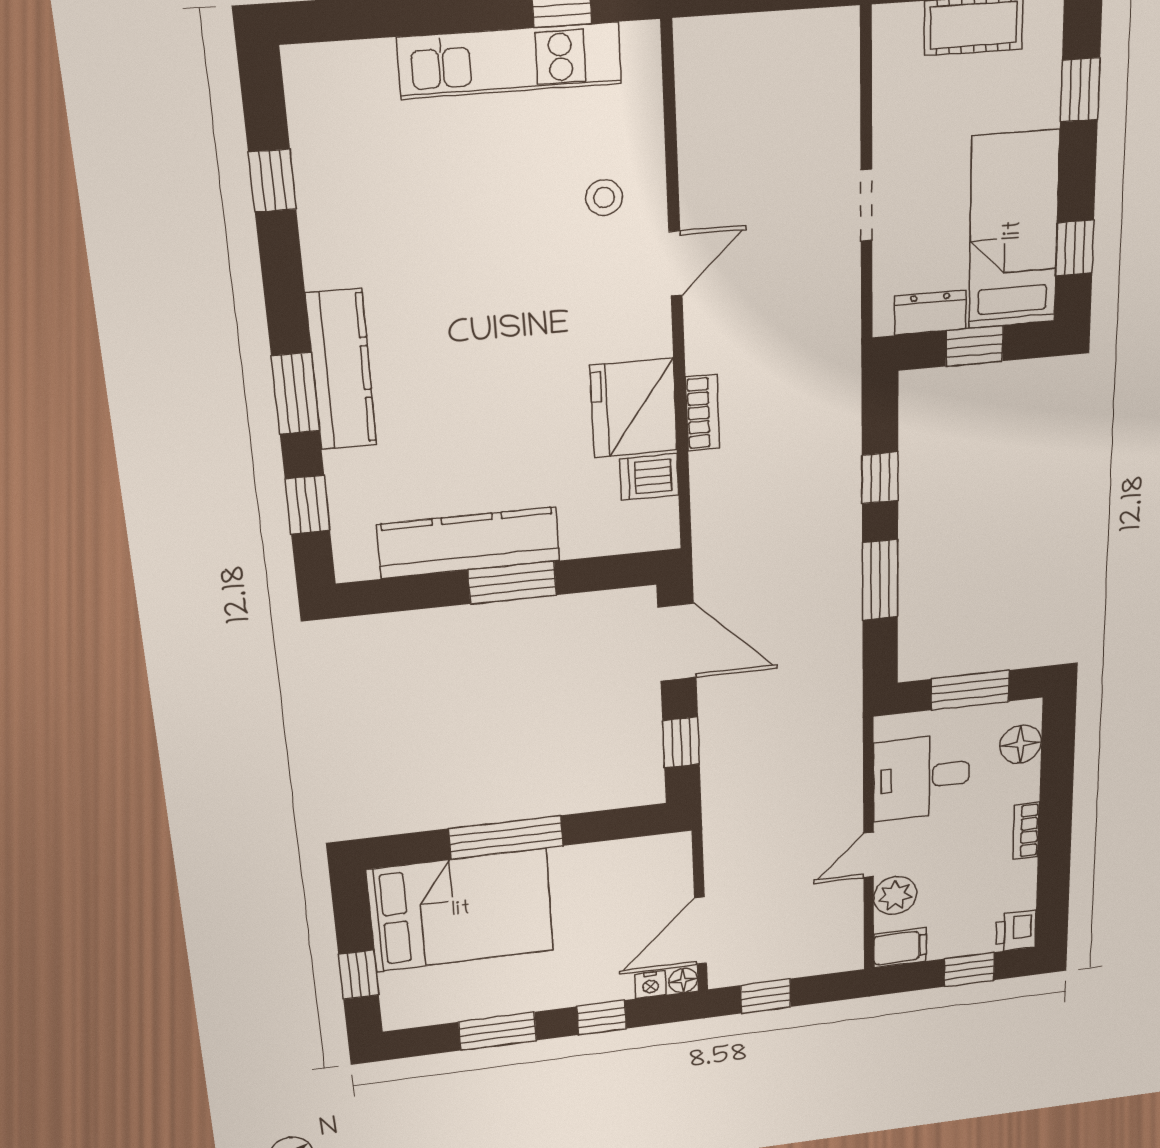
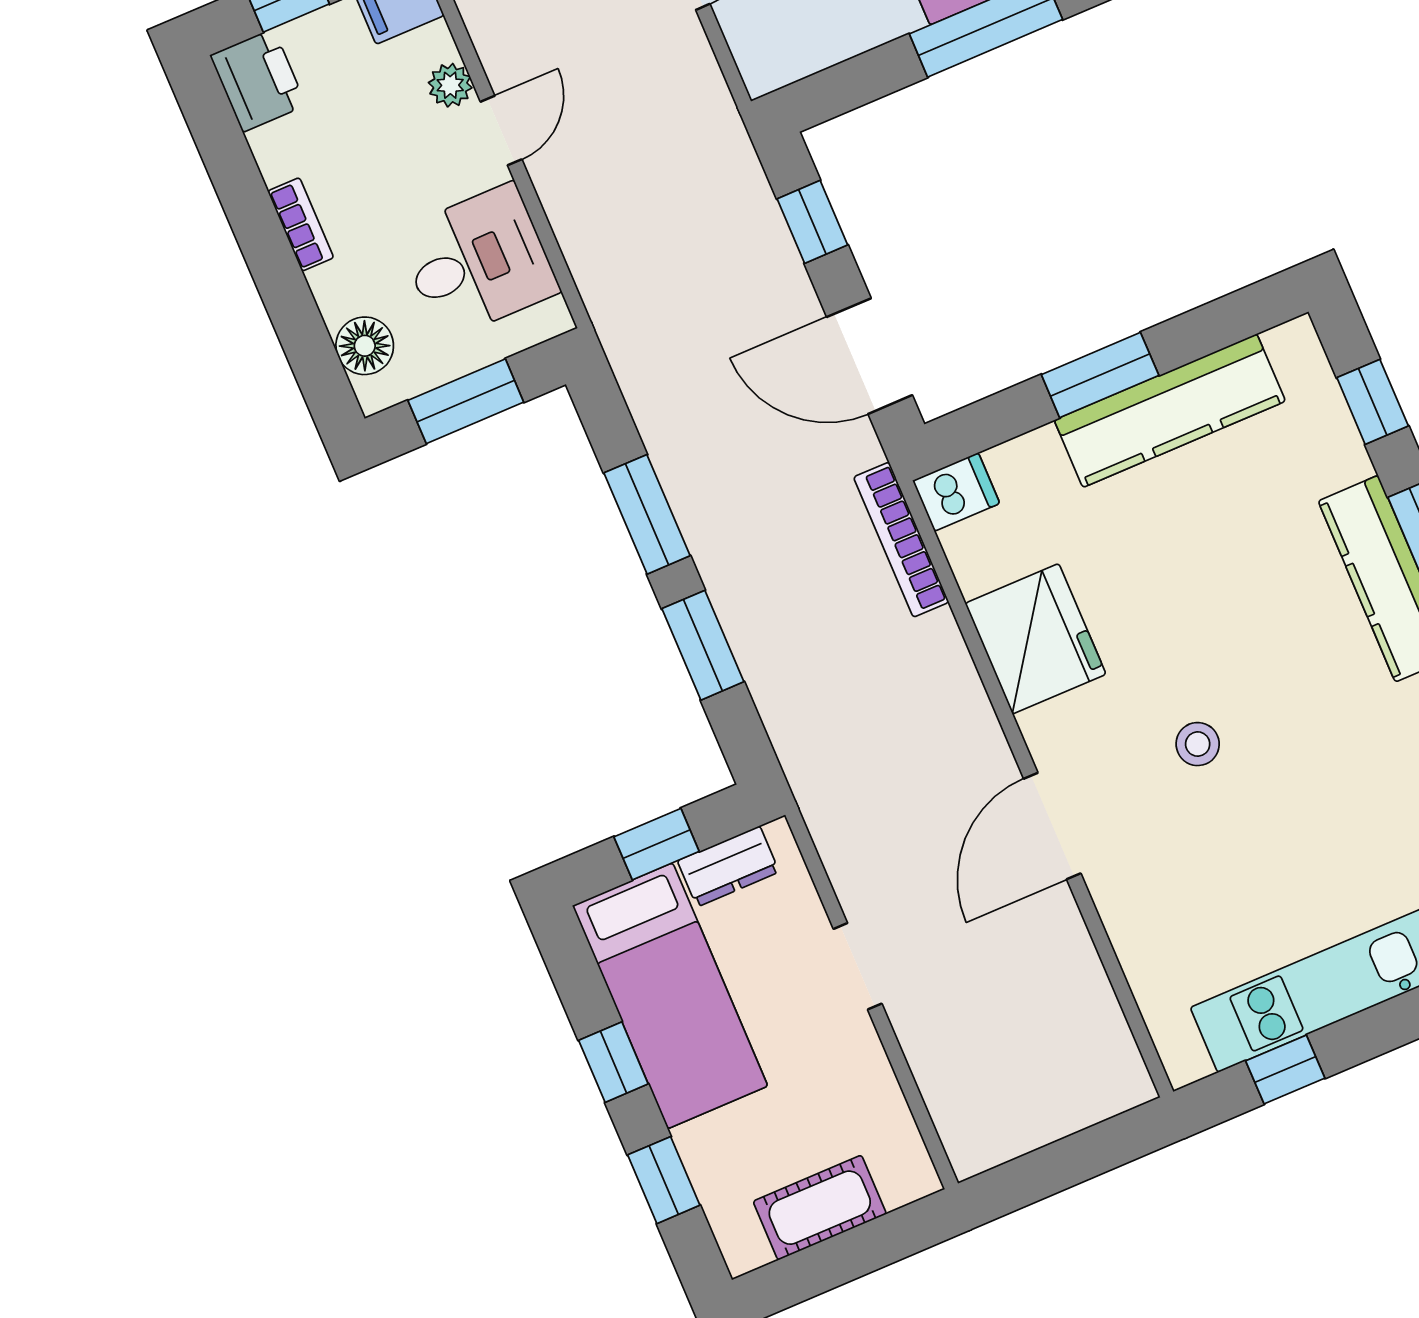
stool: (604, 197) -> (1198, 744), moved
window: (1075, 248) -> (613, 1062), moved
door: (675, 263) -> (1052, 826), width x1.38
bookcase: (702, 413) -> (901, 540), moved, width x1.56
dishwasher: (649, 477) -> (956, 492), moved
window: (880, 478) -> (703, 645), width x1.50
plant: (895, 895) -> (450, 85), width x0.73, depth x0.73
printer: (1016, 931) -> (258, 80), width x1.36, depth x1.24

